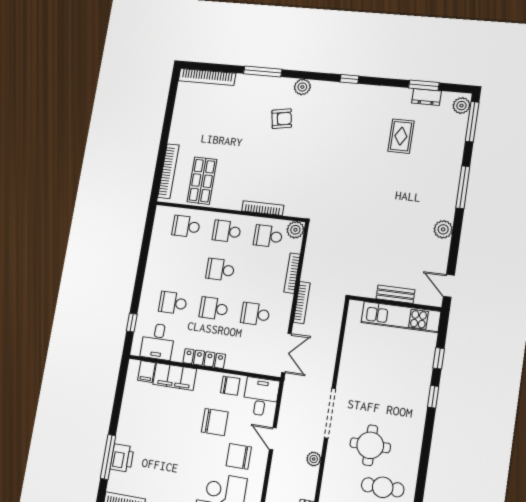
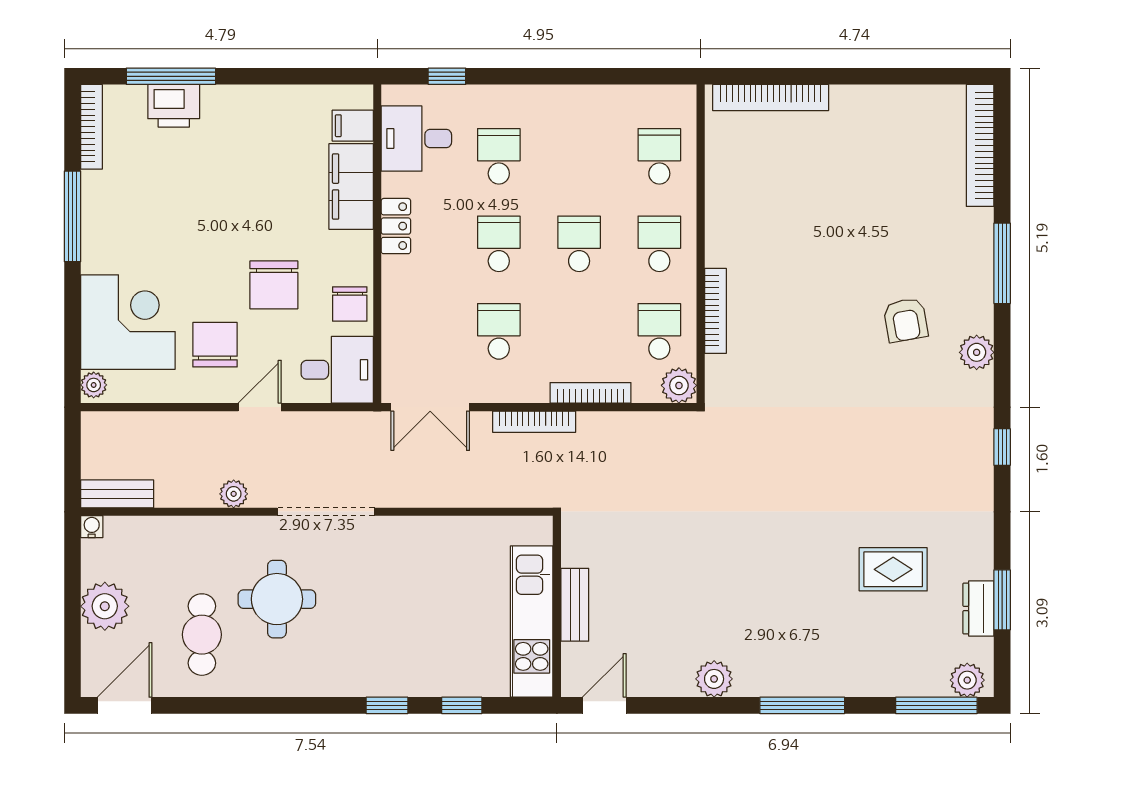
shop shelf: (202, 181) -> (758, 173), removed
locker: (204, 358) -> (396, 226), width x0.66

